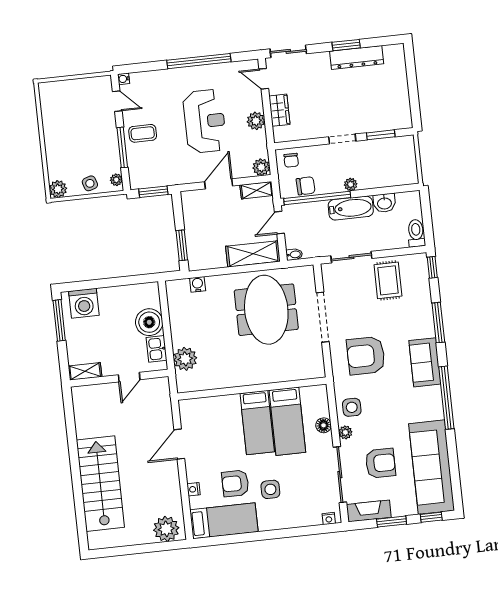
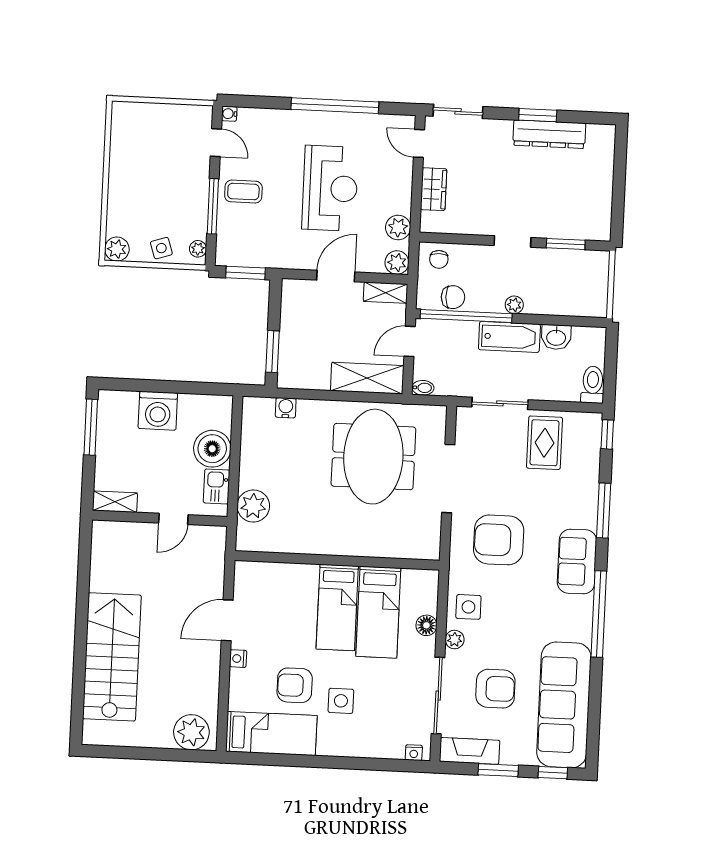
plant: (256, 121) -> (398, 228), moved
washing machine: (84, 303) -> (158, 411), moved
nightstand: (194, 489) -> (238, 659), moved

